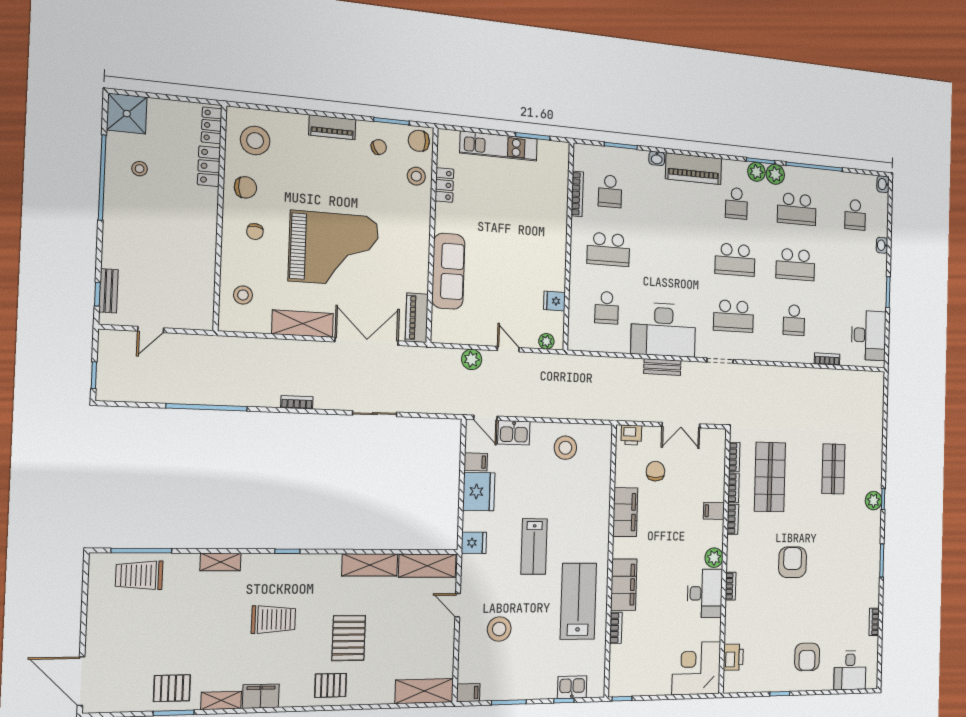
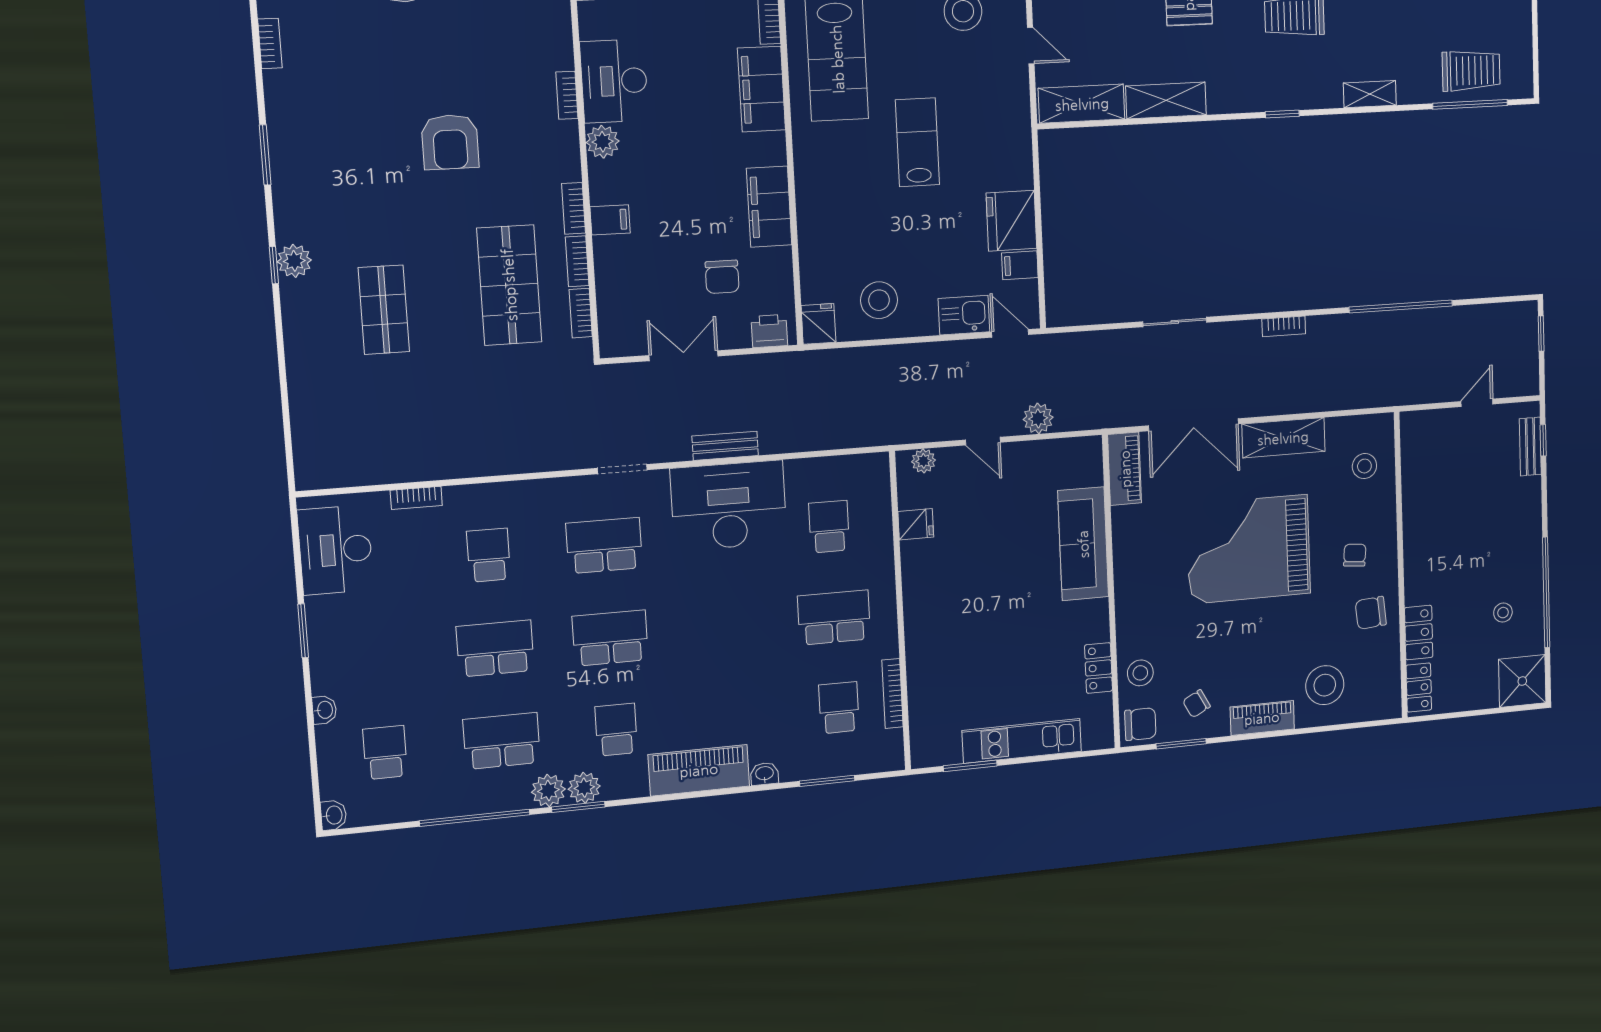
stool: (255, 141) -> (1325, 685), moved
fridge: (474, 543) -> (818, 324), moved, turned 90

